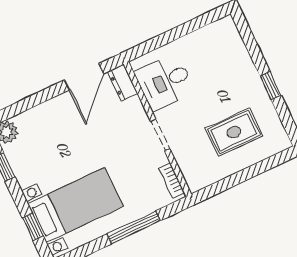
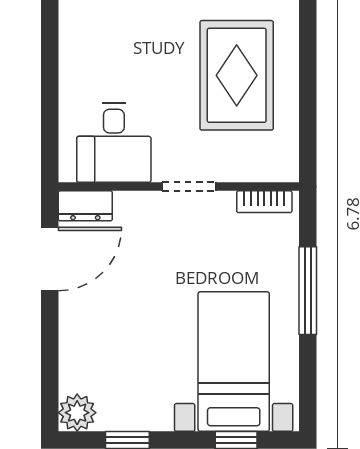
door: (84, 77) -> (50, 259), hinge flipped
rug: (234, 132) -> (237, 75), width x1.36, depth x1.43

